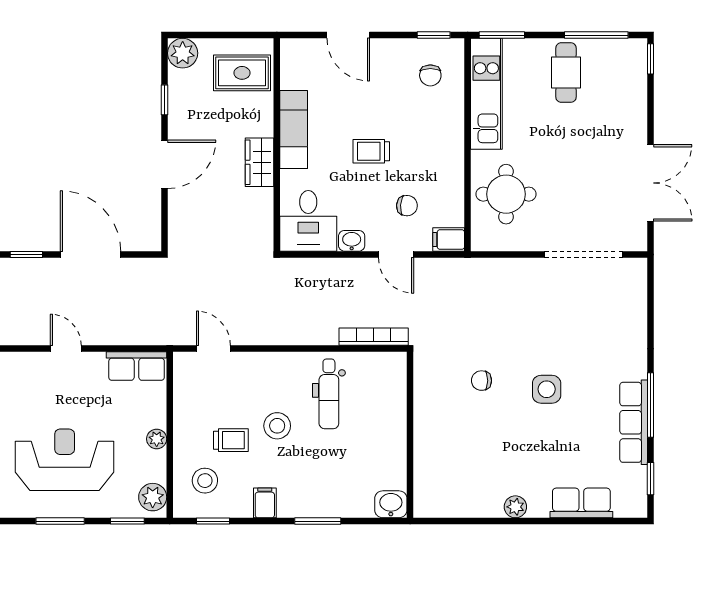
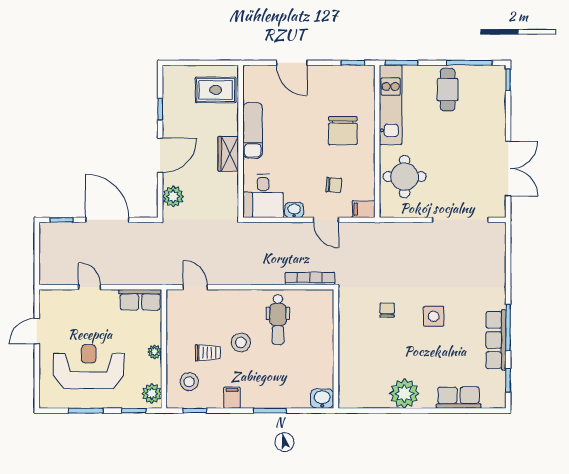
plant: (183, 53) -> (173, 196), moved
chair: (430, 75) -> (343, 131), moved, width x1.87, depth x1.87
trolley: (371, 151) -> (308, 146), removed
chair: (481, 381) -> (387, 310), turned 90
plant: (515, 507) -> (404, 393), width x1.88, depth x1.88

